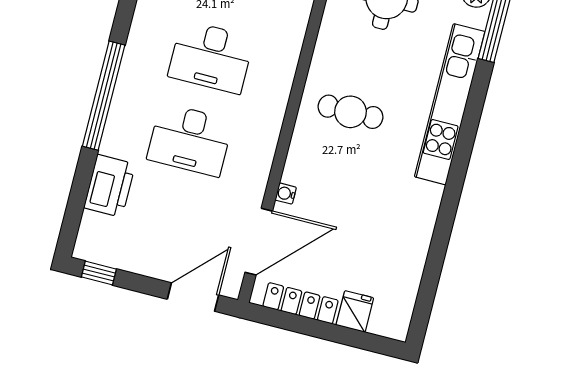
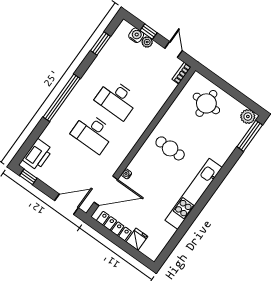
kitchen unit: (450, 104) -> (194, 194), moved
printer: (110, 186) -> (38, 155), moved

